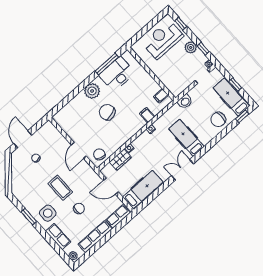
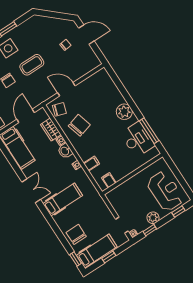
washbasin: (185, 102) -> (65, 151), moved
chair: (107, 112) -> (79, 125), moved

